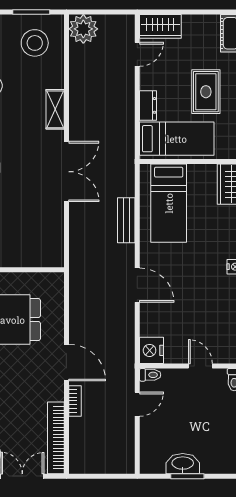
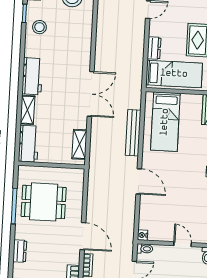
shelving: (55, 109) -> (79, 144), moved
bench: (126, 220) -> (133, 133), width x1.36
nightstand: (151, 350) -> (143, 235), width x0.53, depth x0.56

